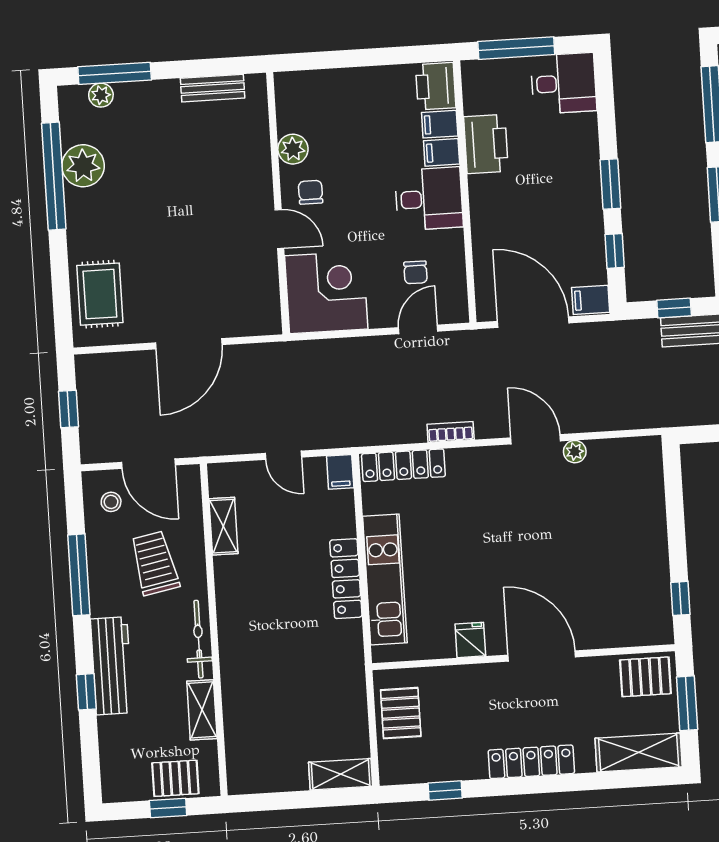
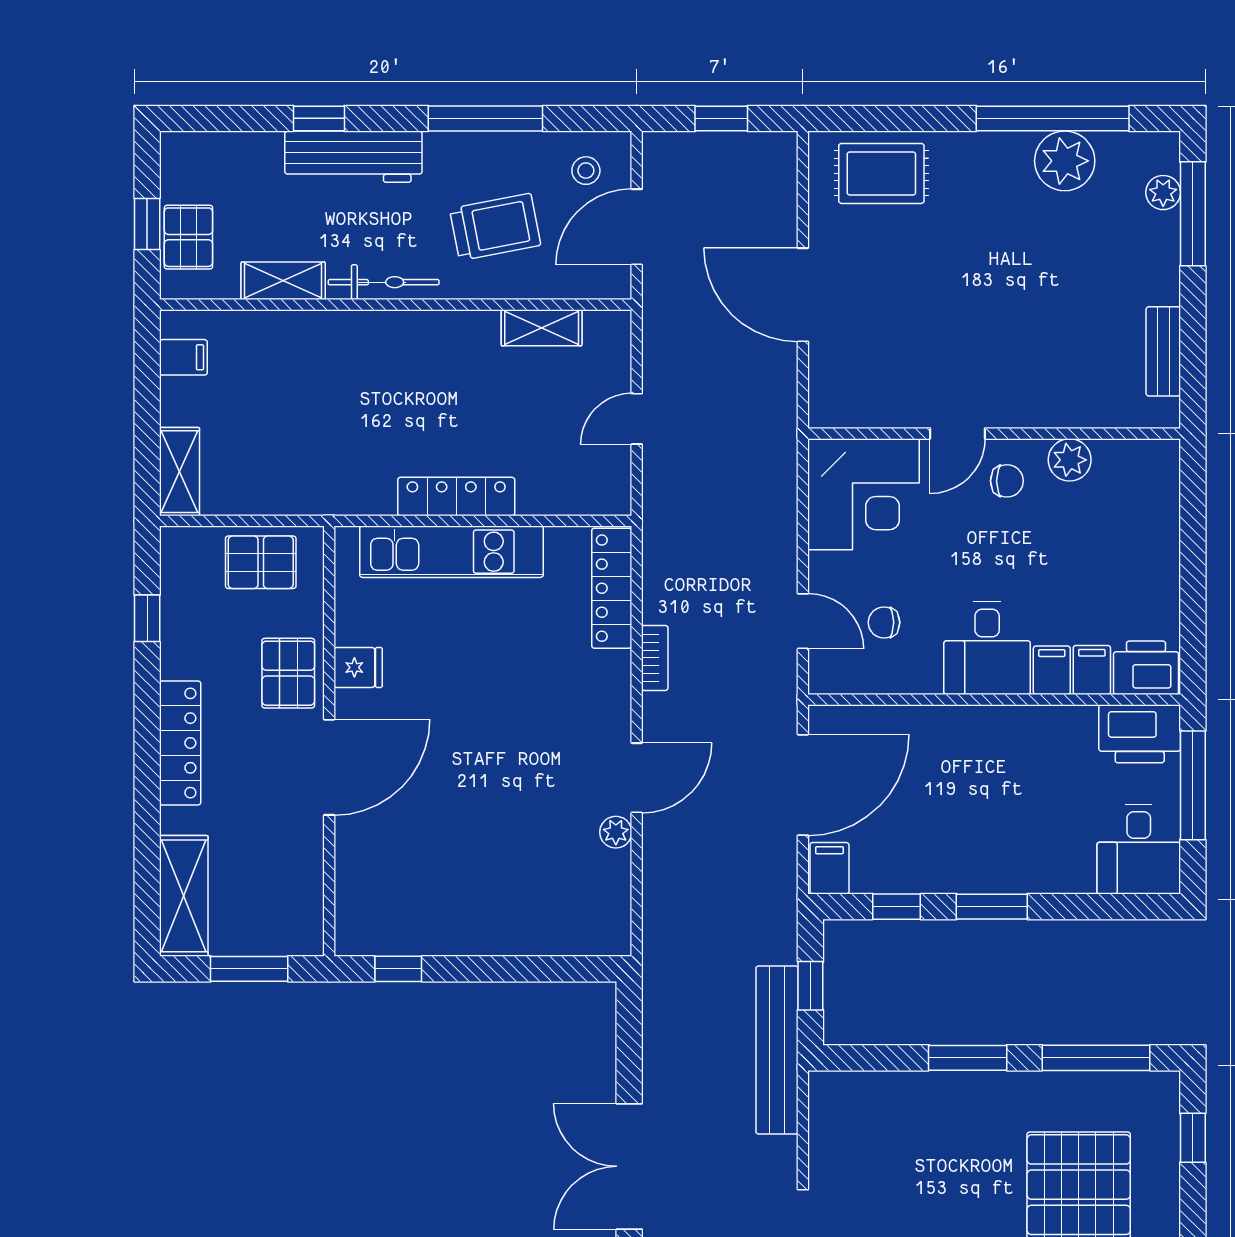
printer: (486, 144) -> (1140, 734), moved
filing cabinet: (340, 472) -> (183, 357), moved, turned 180
pallet: (645, 677) -> (288, 673), moved

